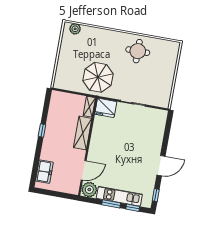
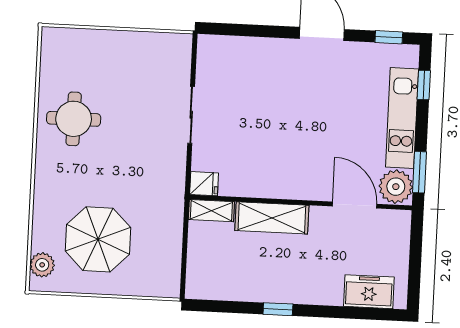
parasol: (98, 77) -> (98, 239), moved
fridge: (106, 108) -> (204, 184), width x0.53, depth x0.75
window: (111, 204) -> (419, 172), moved

